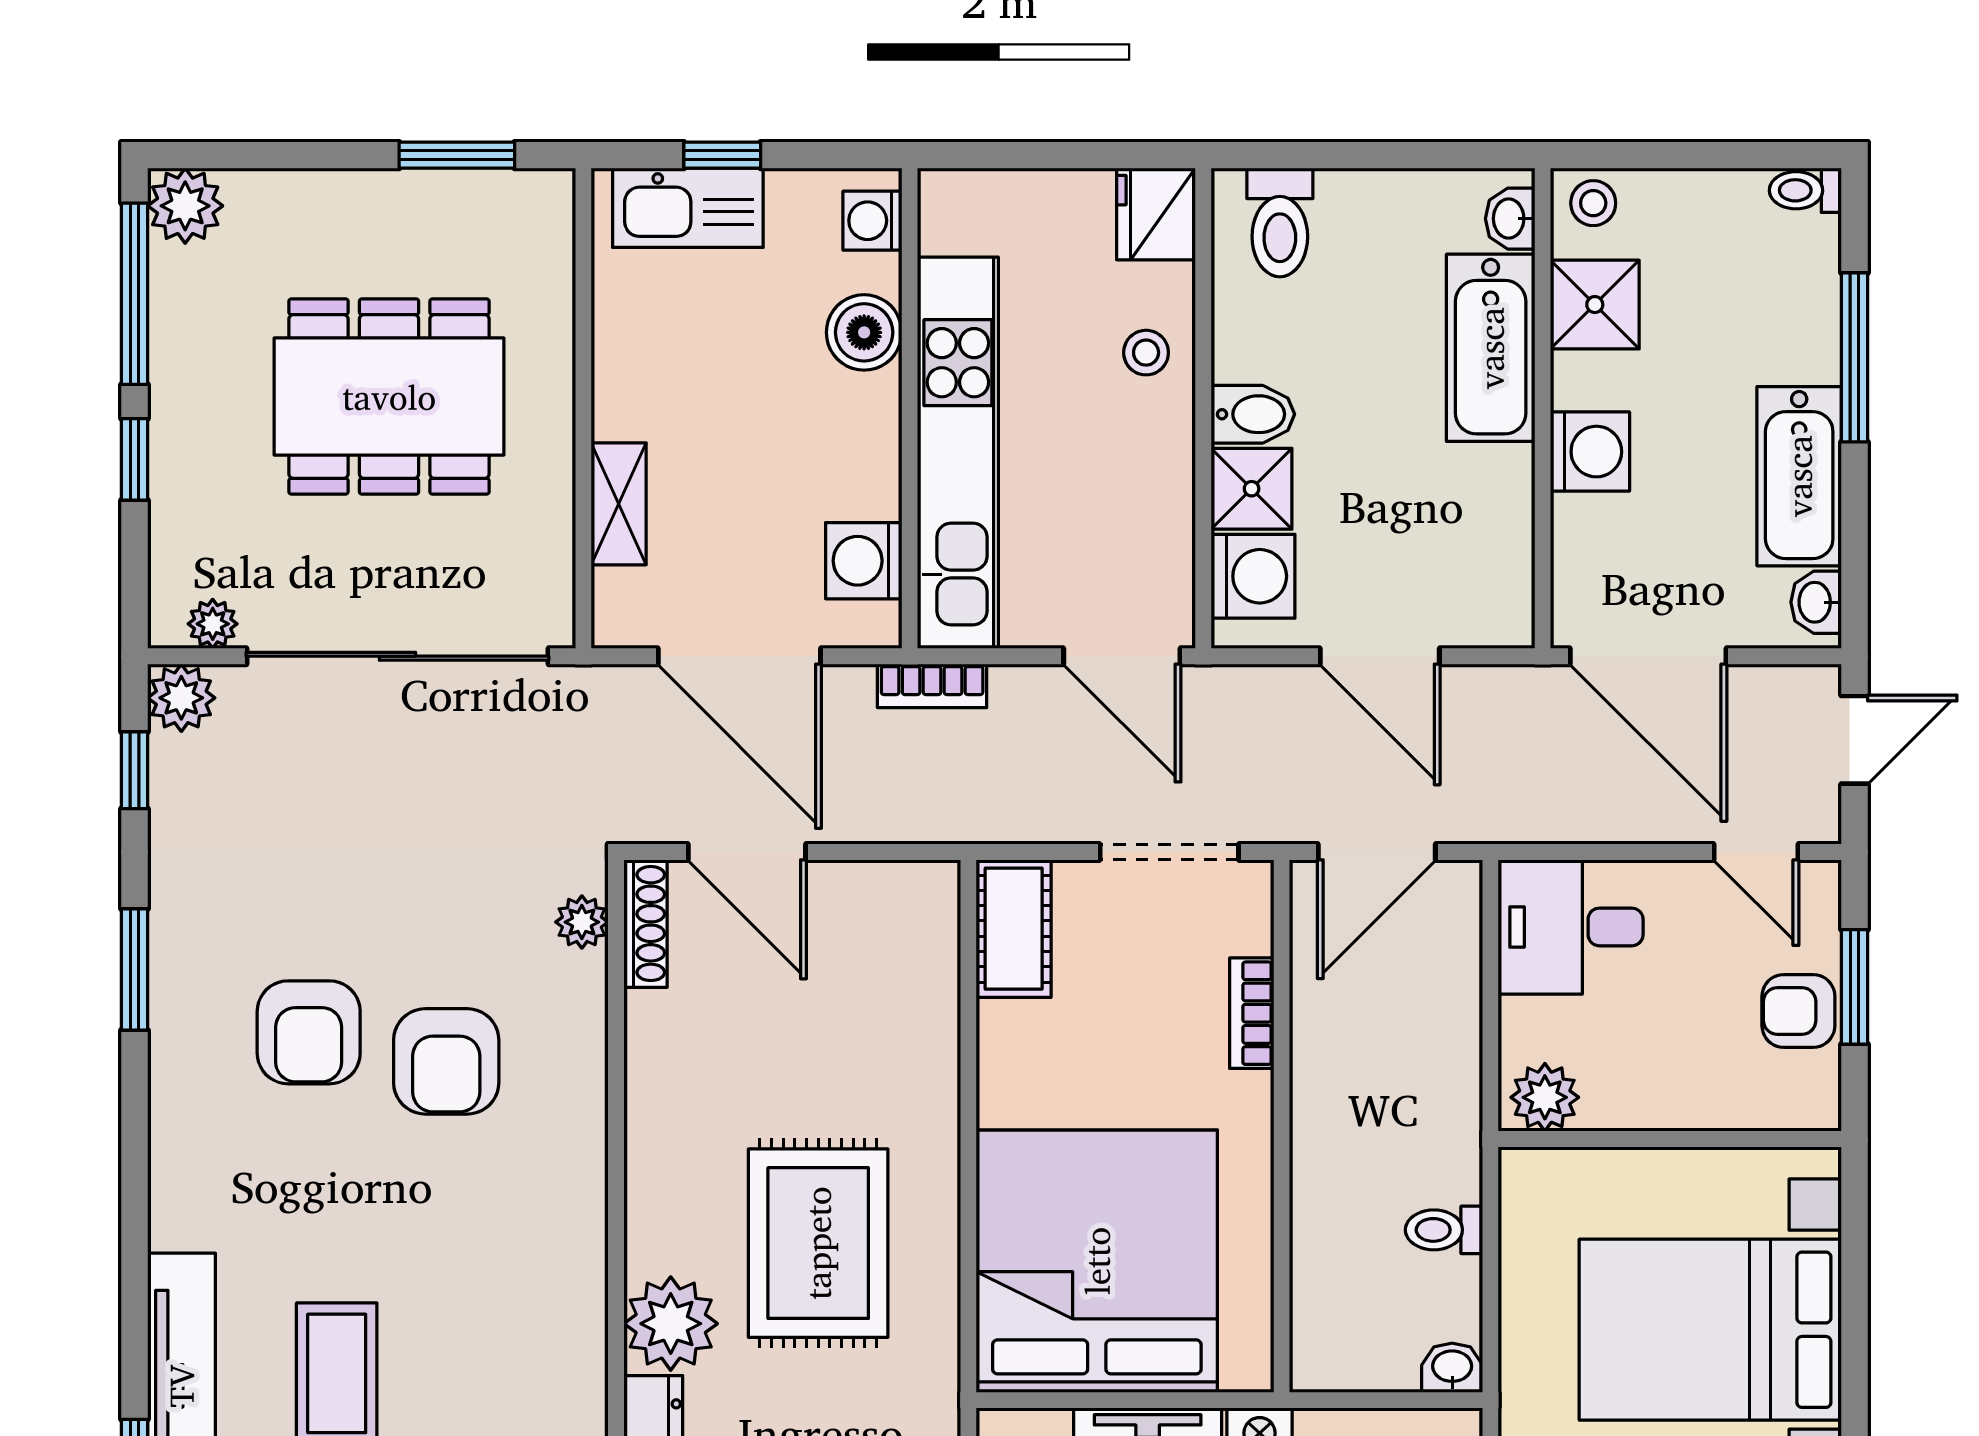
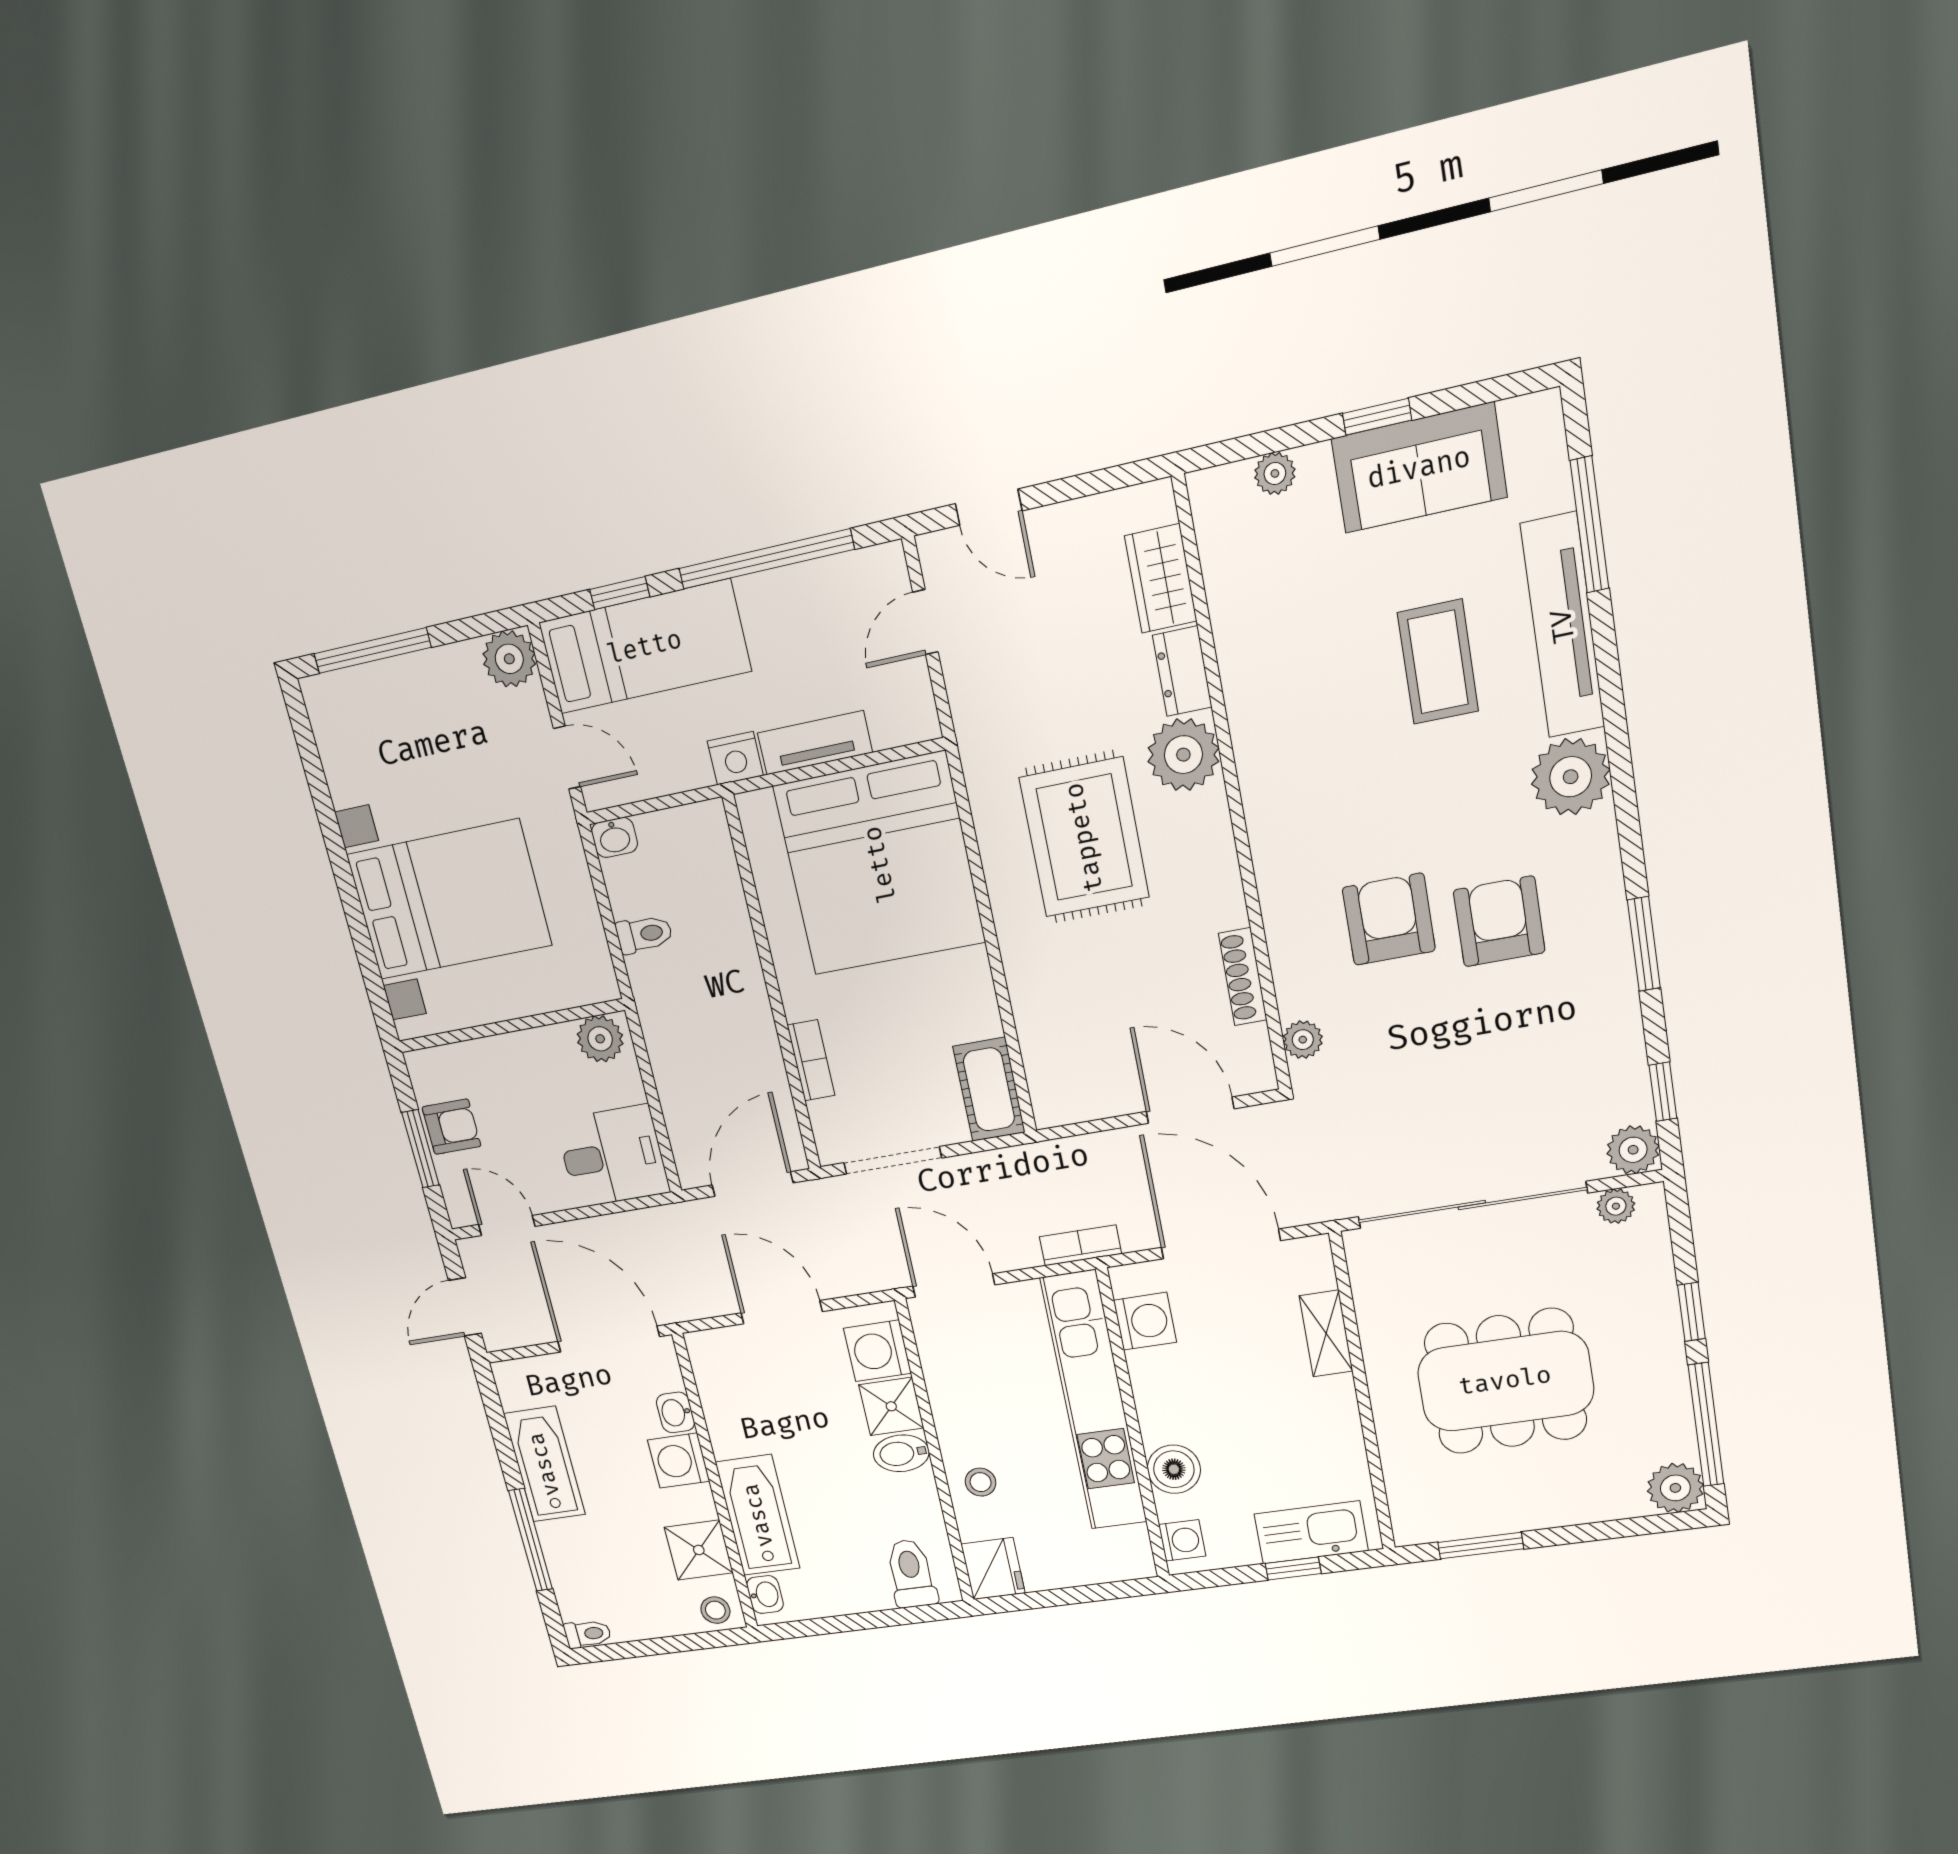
washbasin: (1816, 602) -> (676, 1412), moved, turned 180
shoe rack: (646, 924) -> (1243, 977), moved
plant: (196, 1199) -> (1571, 777), added

